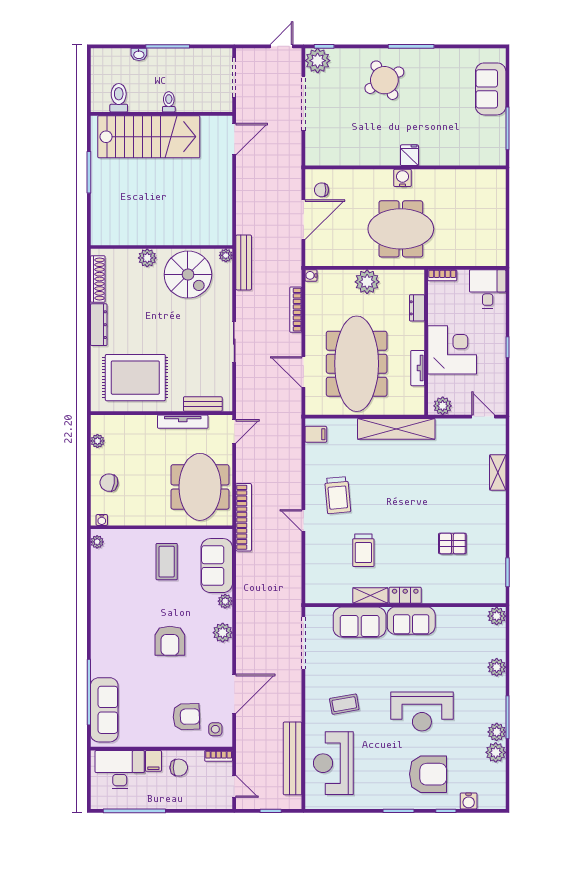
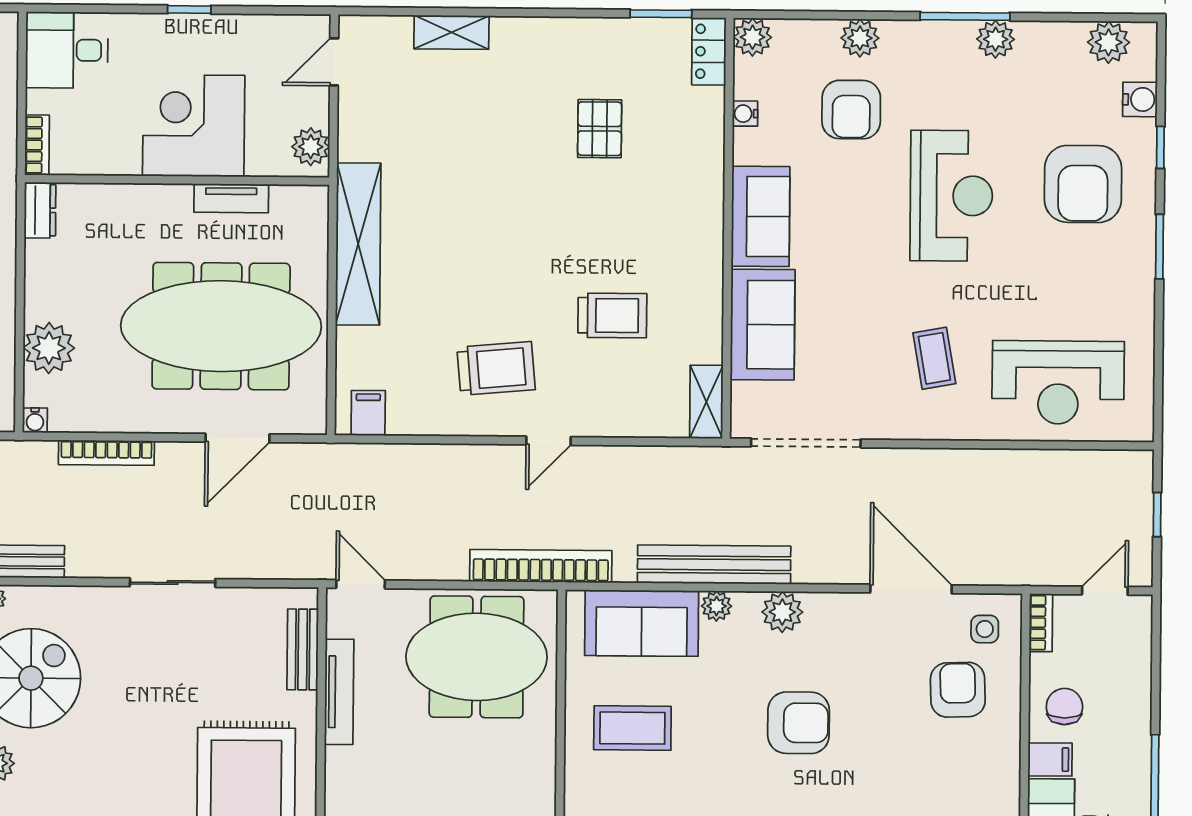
plant: (367, 282) -> (49, 348), moved
dresser: (417, 308) -> (40, 210), moved, turned -90
locker: (405, 595) -> (709, 51), moved
shelving: (370, 596) -> (706, 402), moved
water cooler: (460, 613) -> (745, 114), added
armchair: (463, 663) -> (851, 110), added
plant: (496, 752) -> (1109, 42), moved
bench: (293, 758) -> (714, 565), moved
armchair: (428, 774) -> (1083, 184), turned 180

